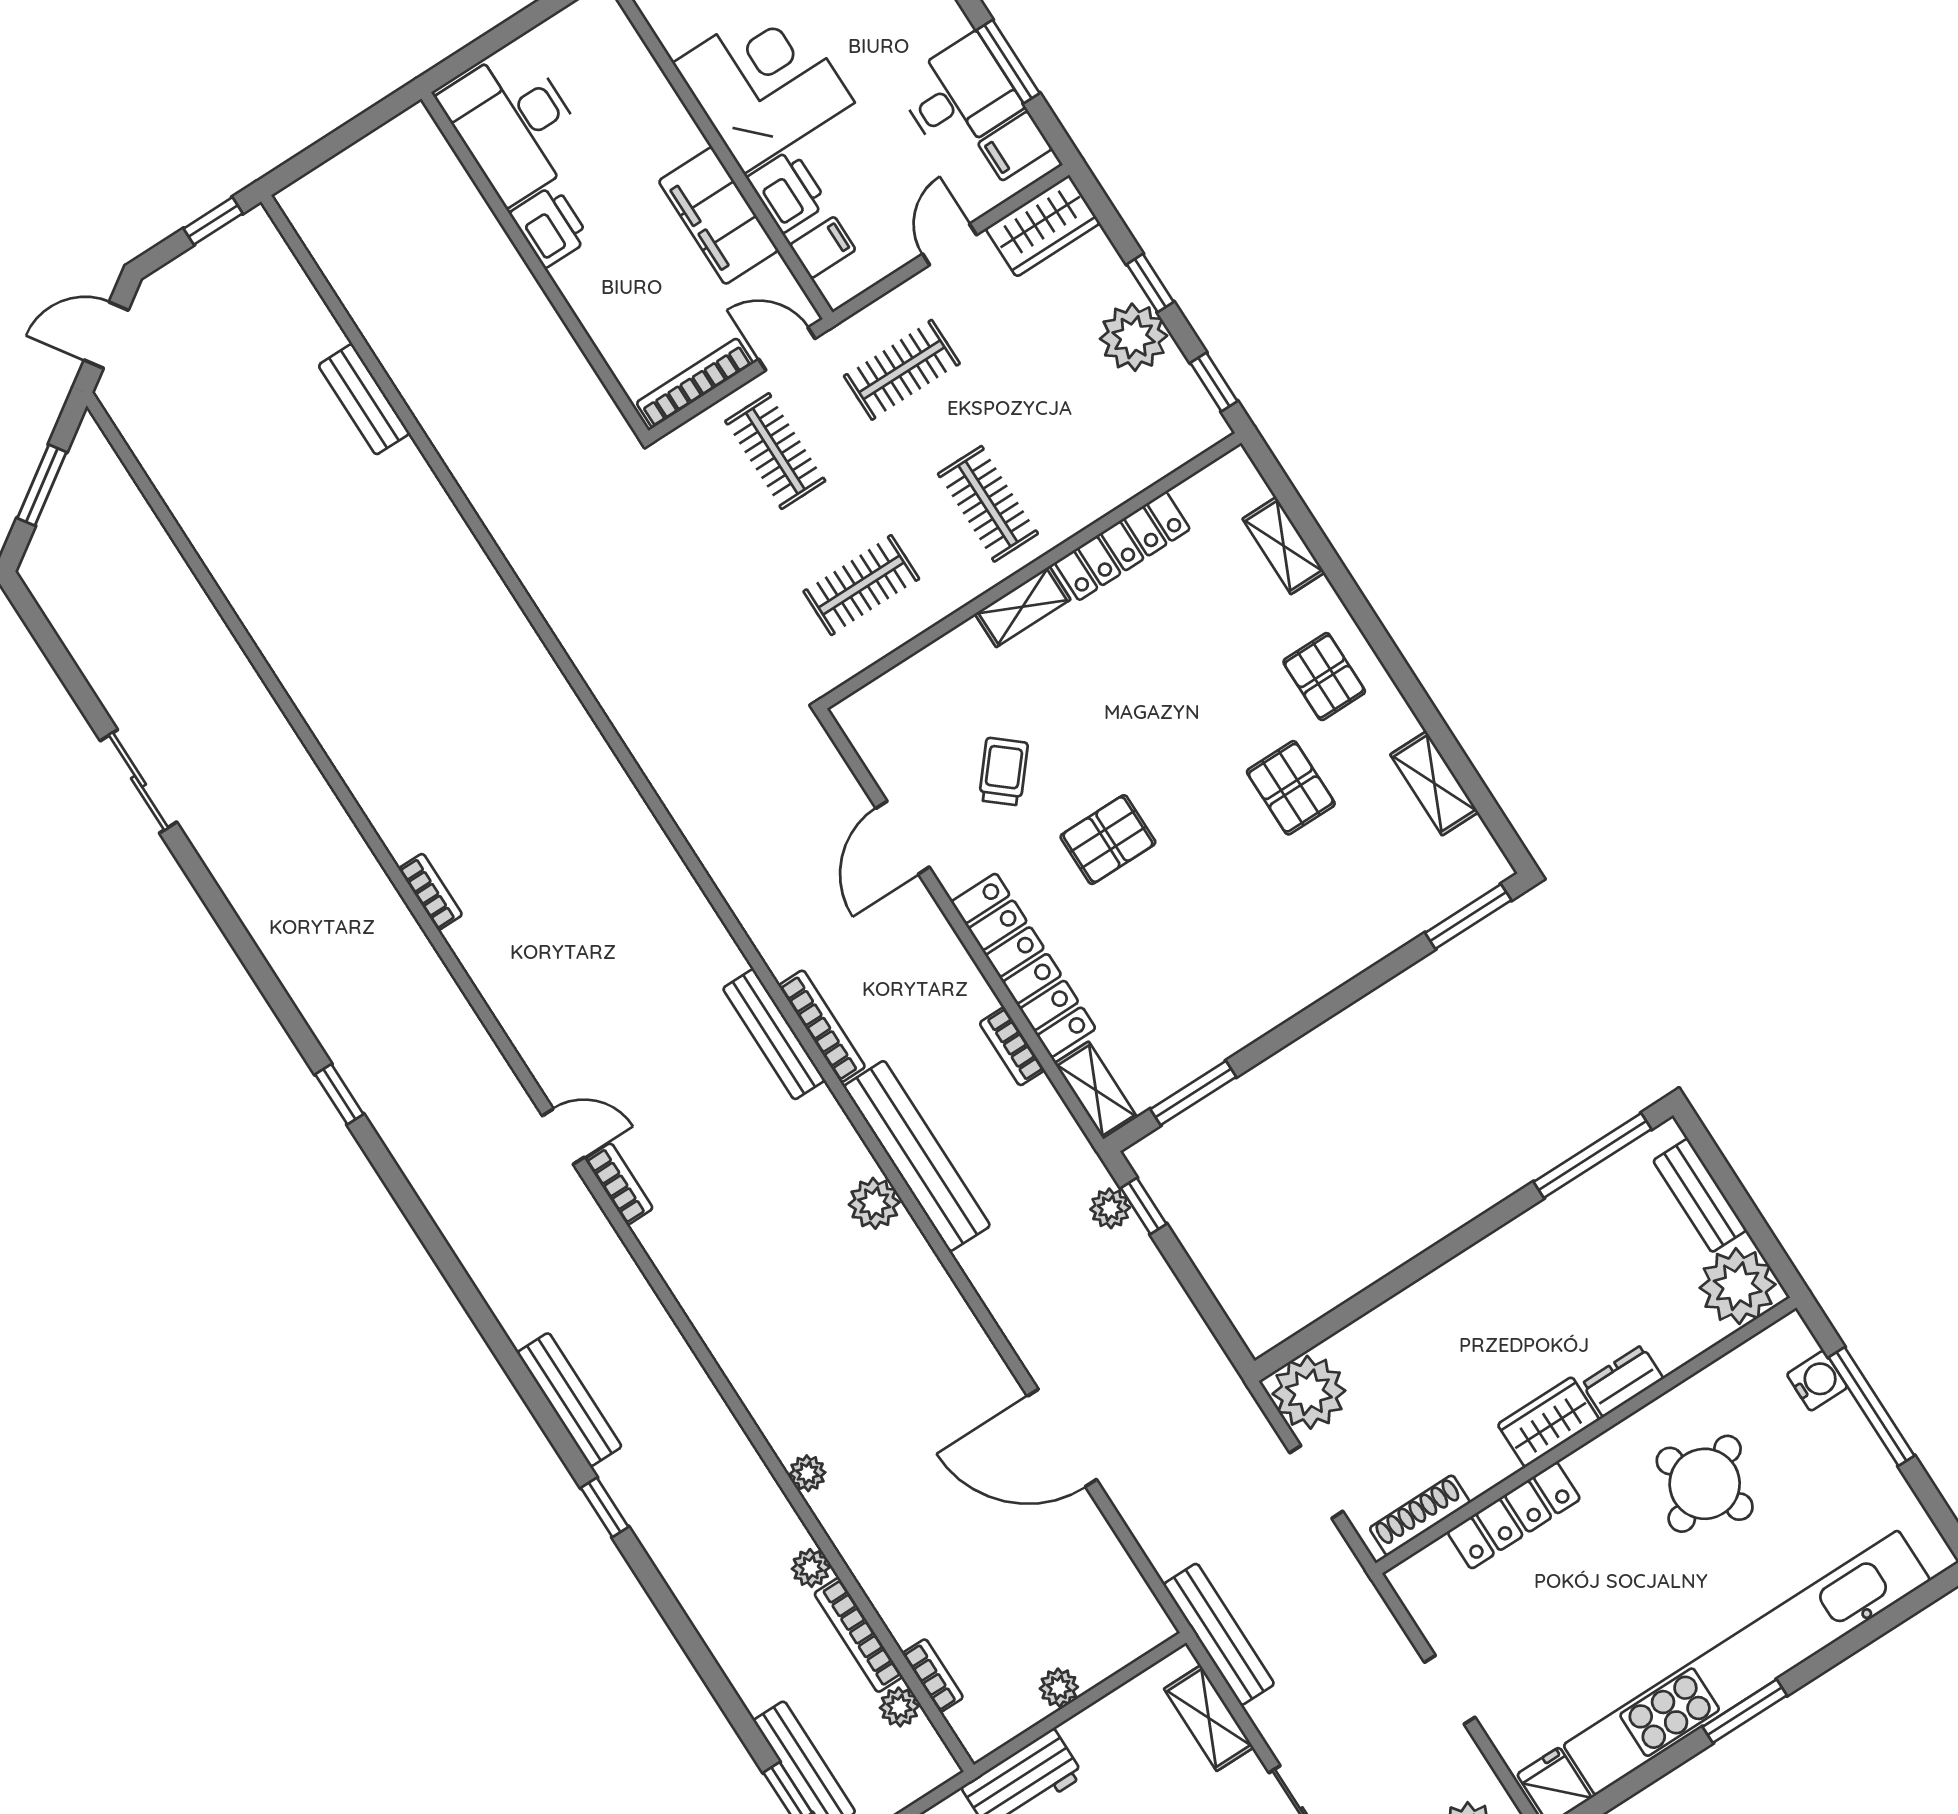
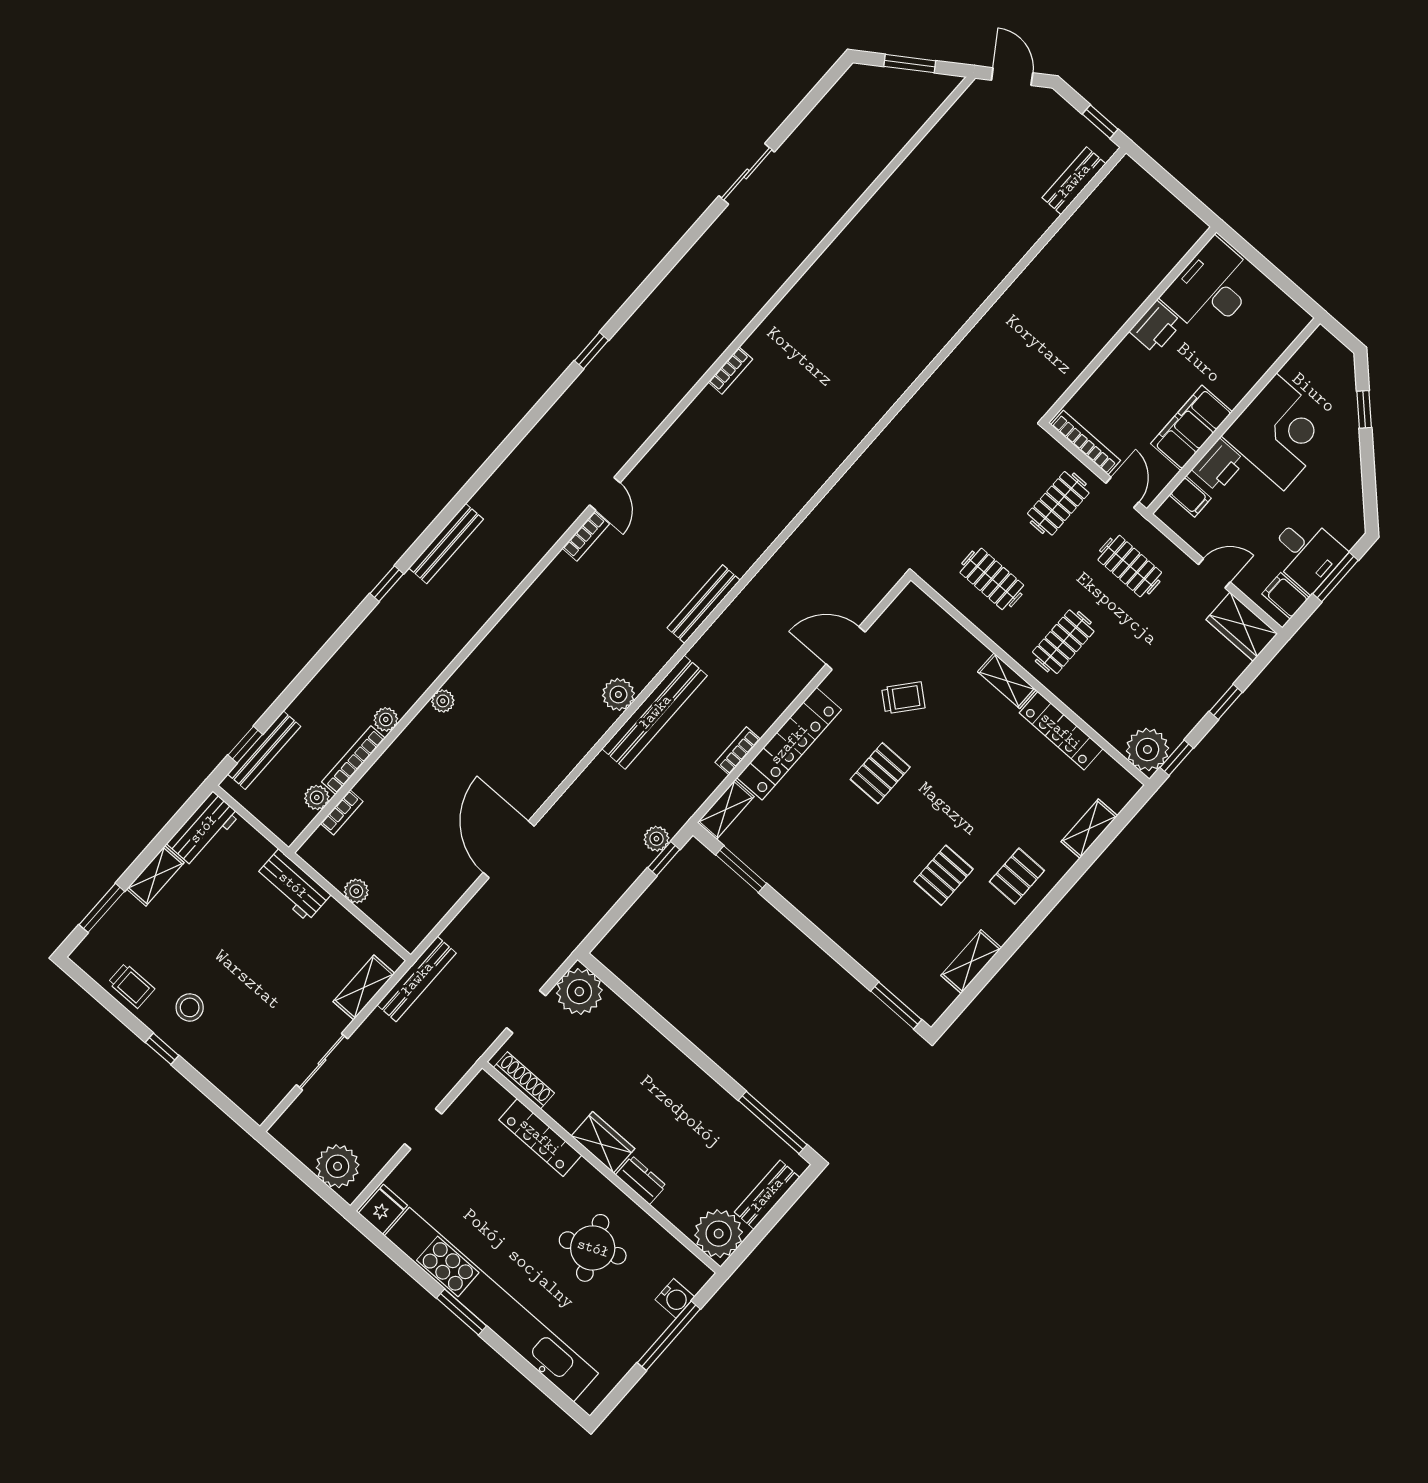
plant: (1134, 337) -> (1147, 749), moved
bench: (364, 399) -> (1074, 181), moved
pallet: (1108, 840) -> (880, 773), turned 90
bookcase: (822, 1026) -> (717, 632), removed

